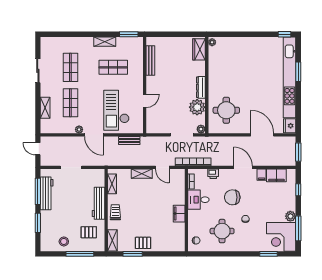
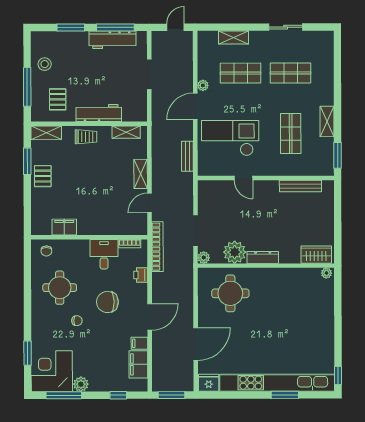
chair: (232, 197) -> (107, 302), turned -90
filing cabinet: (179, 214) -> (64, 227), moved

